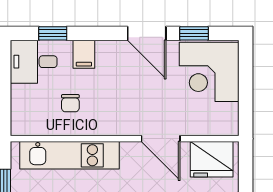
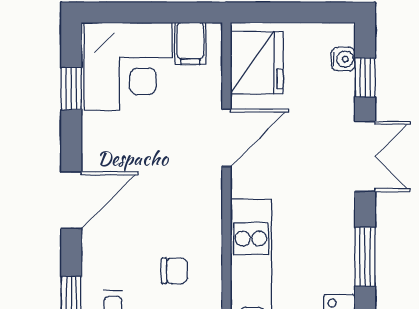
door: (147, 33) -> (71, 200), moved
filing cabinet: (84, 54) -> (190, 43), moved, turned 90

